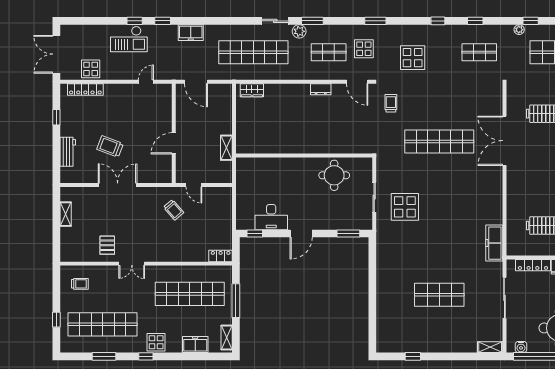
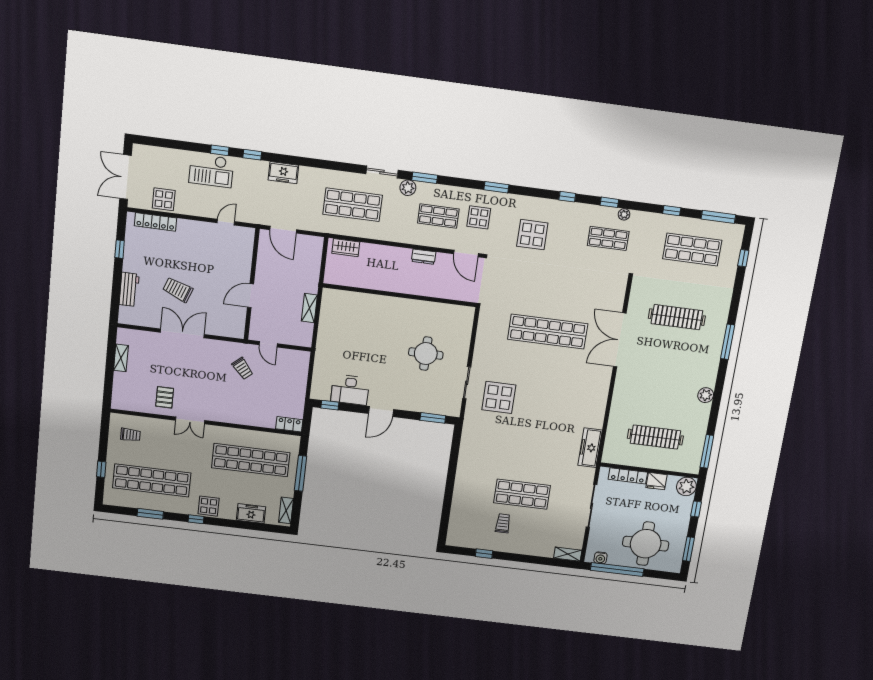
plant: (519, 30) -> (624, 214), moved
shop shelf: (253, 52) -> (353, 205), width x0.71
trolley: (391, 103) -> (503, 523), moved
wall: (304, 155) -> (400, 295), moved

